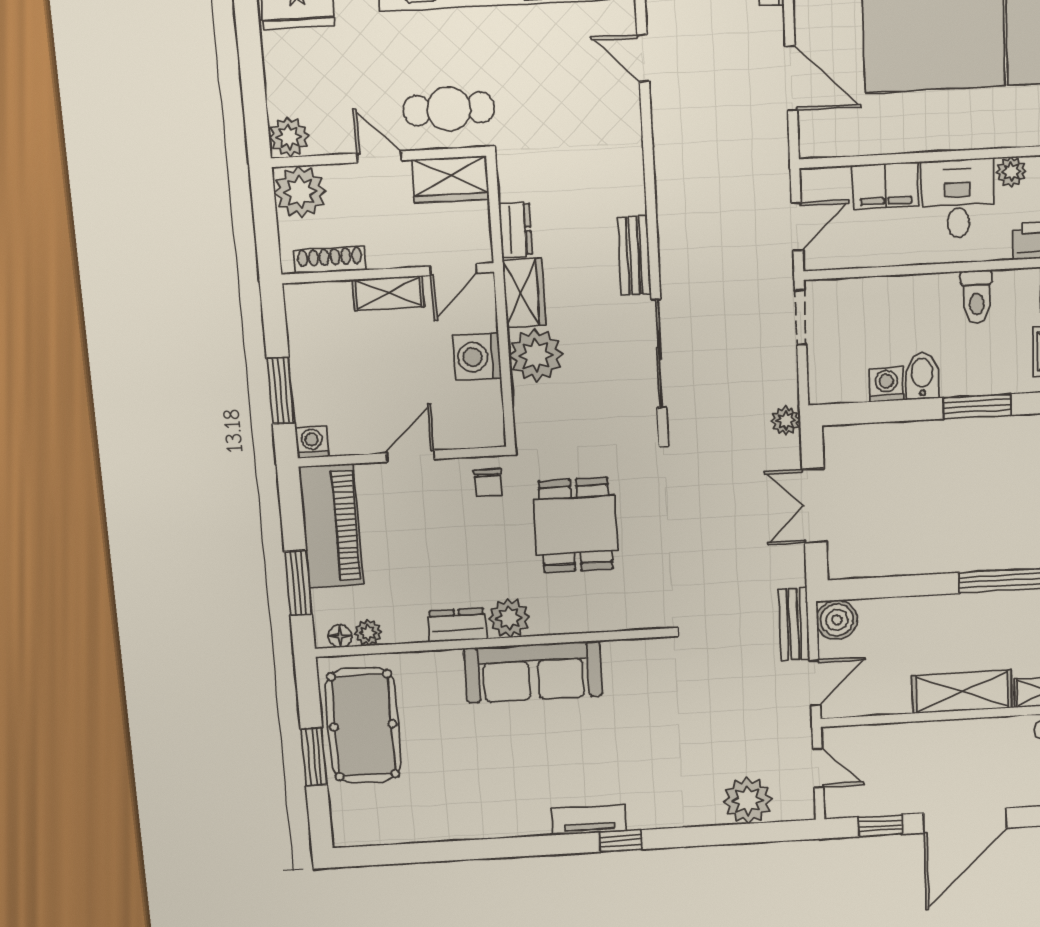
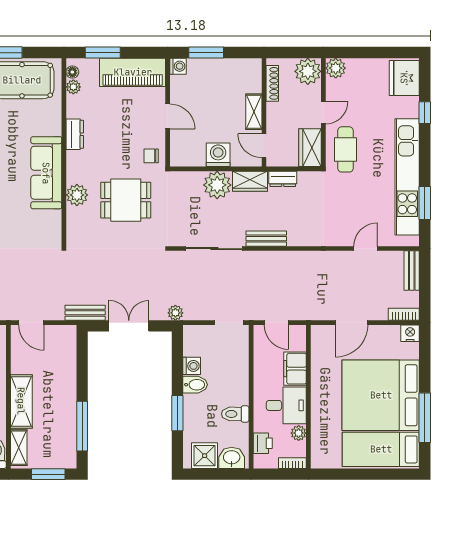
plant: (509, 618) -> (77, 195), moved
boiler: (837, 620) -> (66, 336), removed
bench: (794, 624) -> (85, 313), moved

